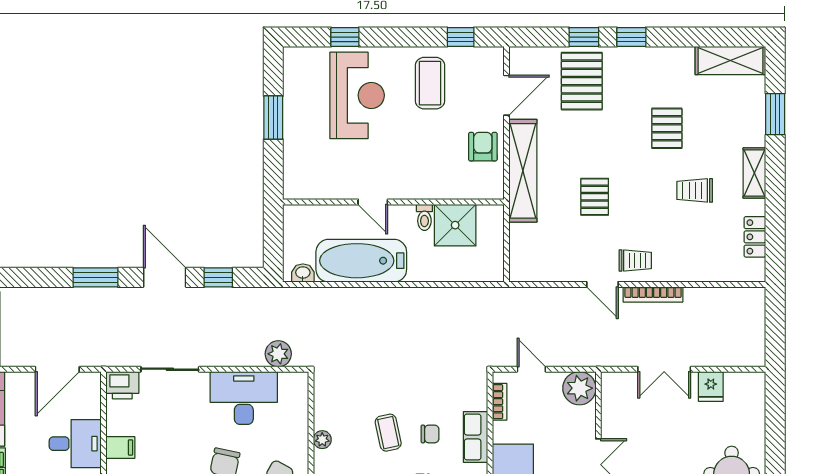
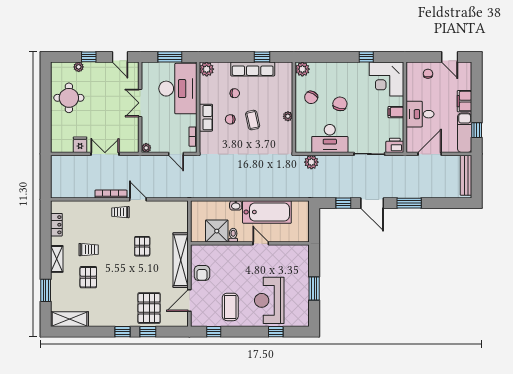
pallet: (667, 128) -> (88, 277), moved
washbasin: (303, 273) -> (236, 205), moved
plant: (579, 388) -> (146, 148), width x0.53, depth x0.53

